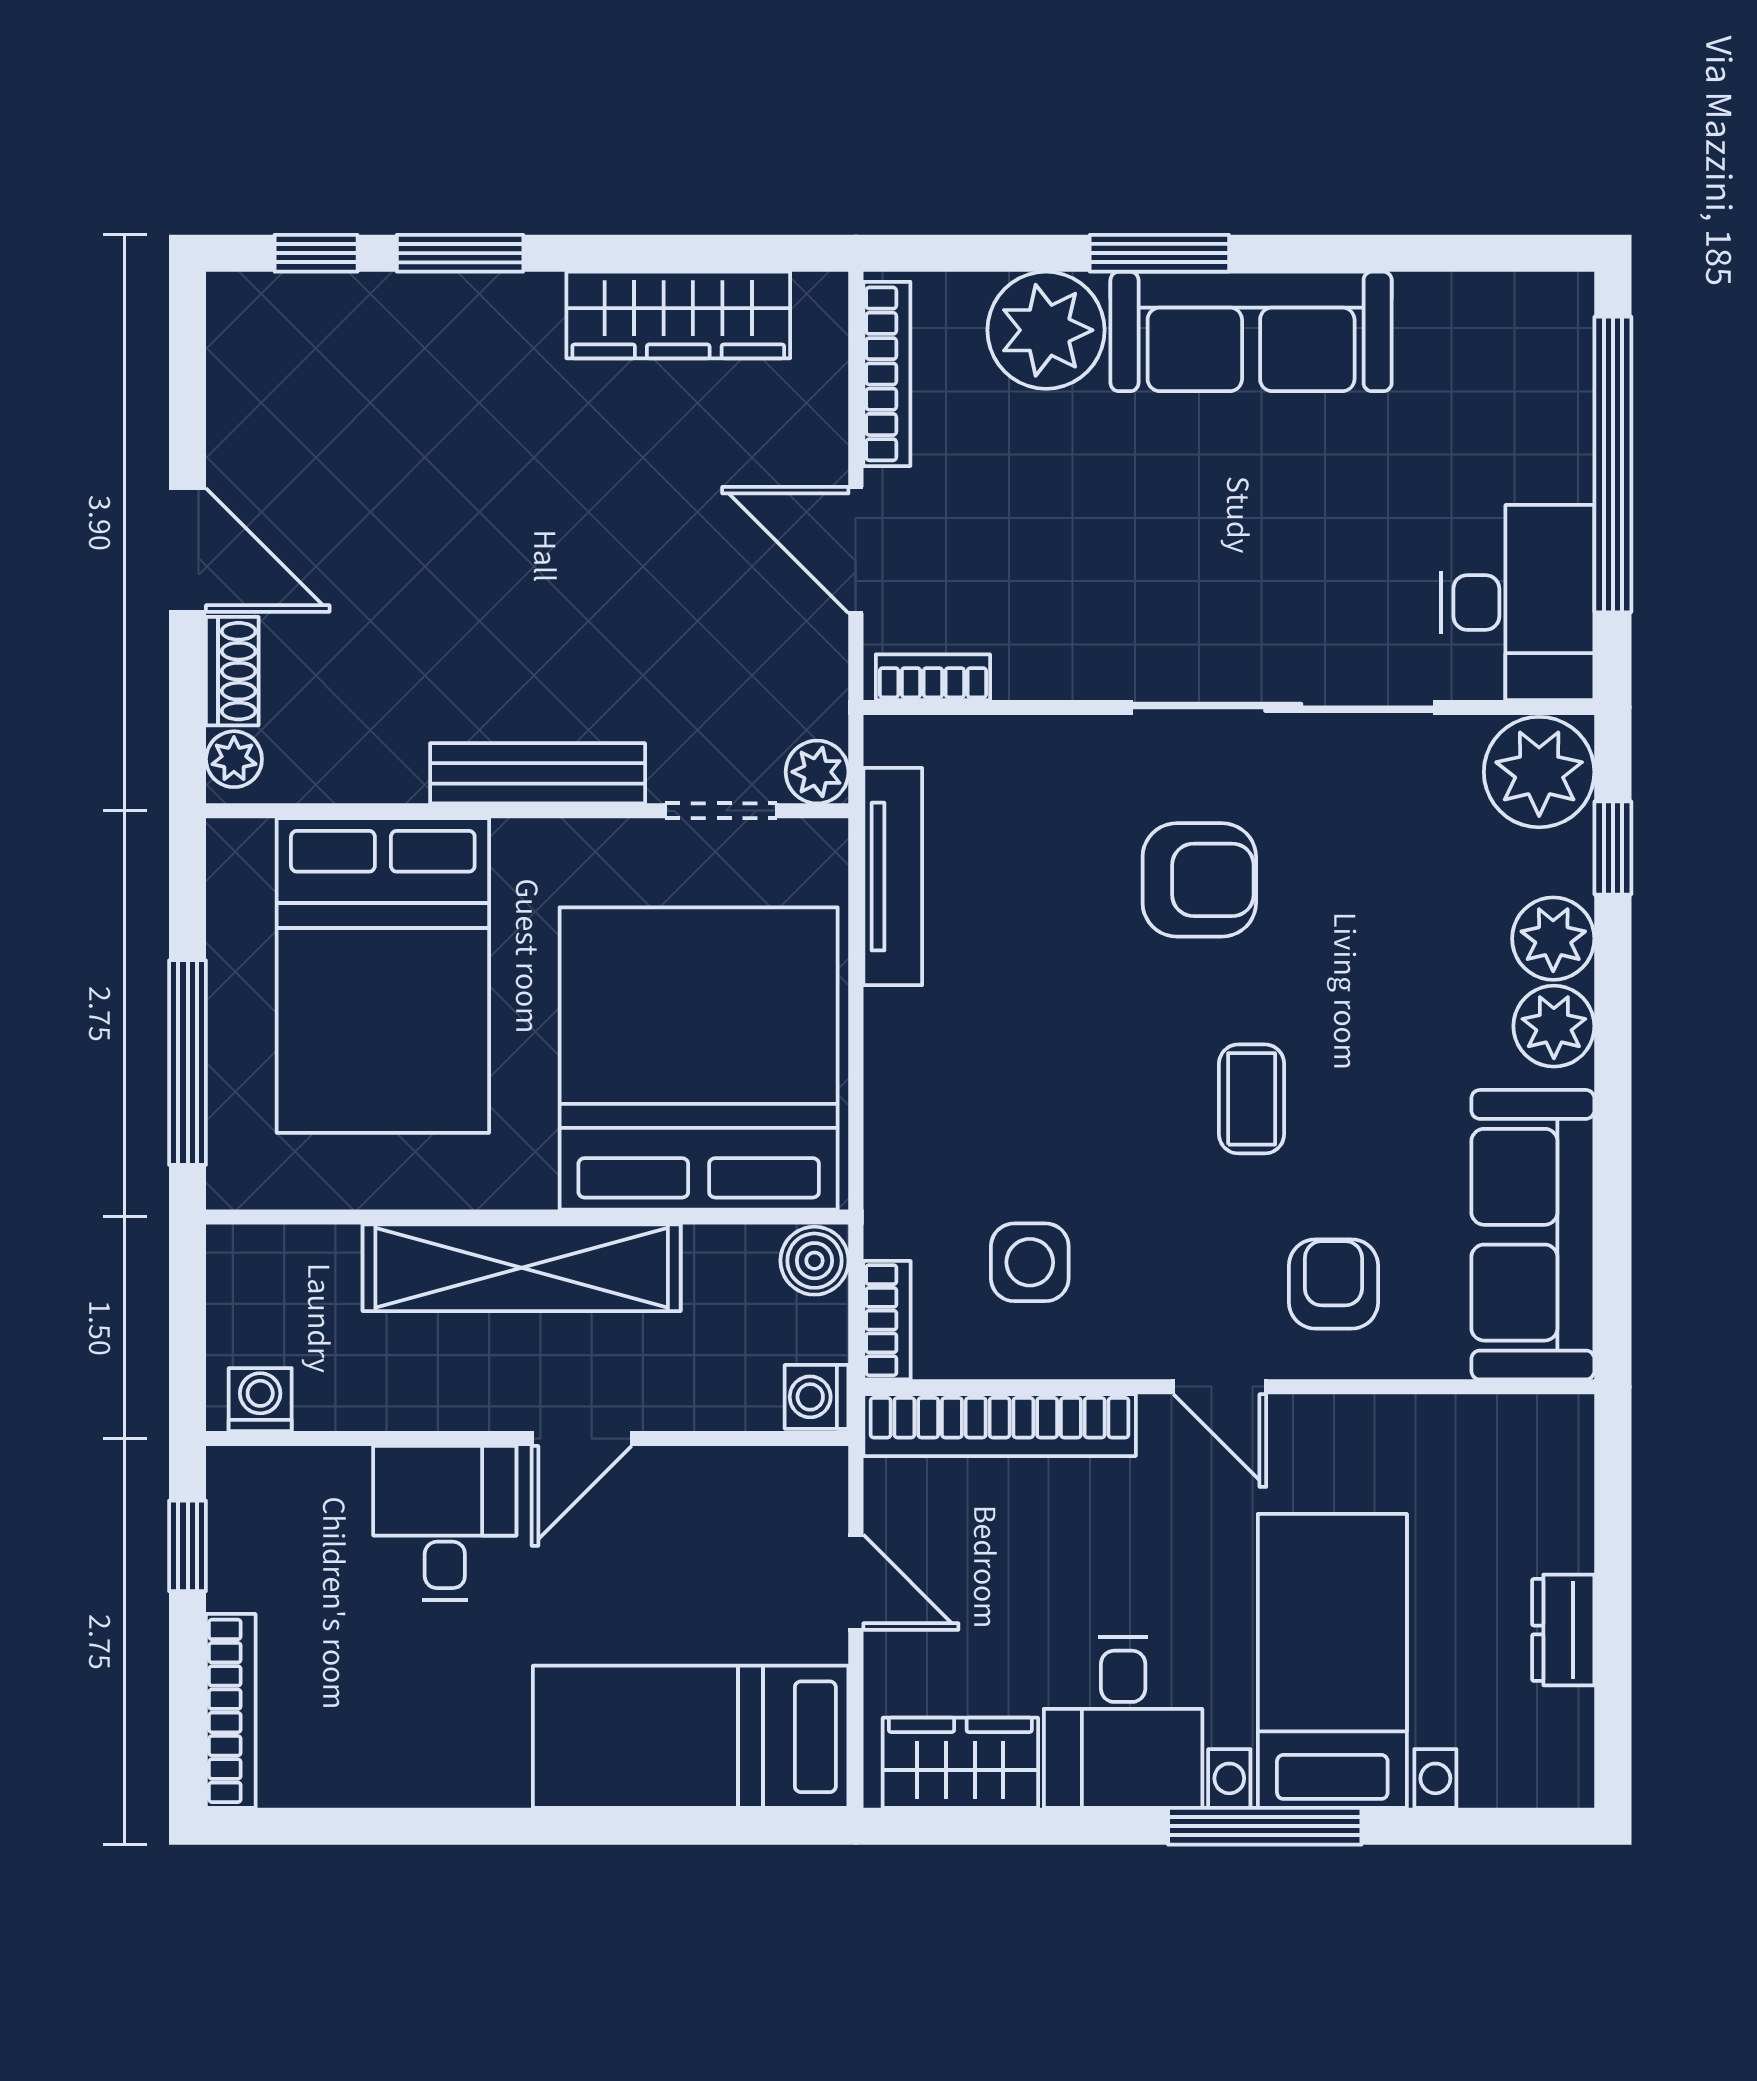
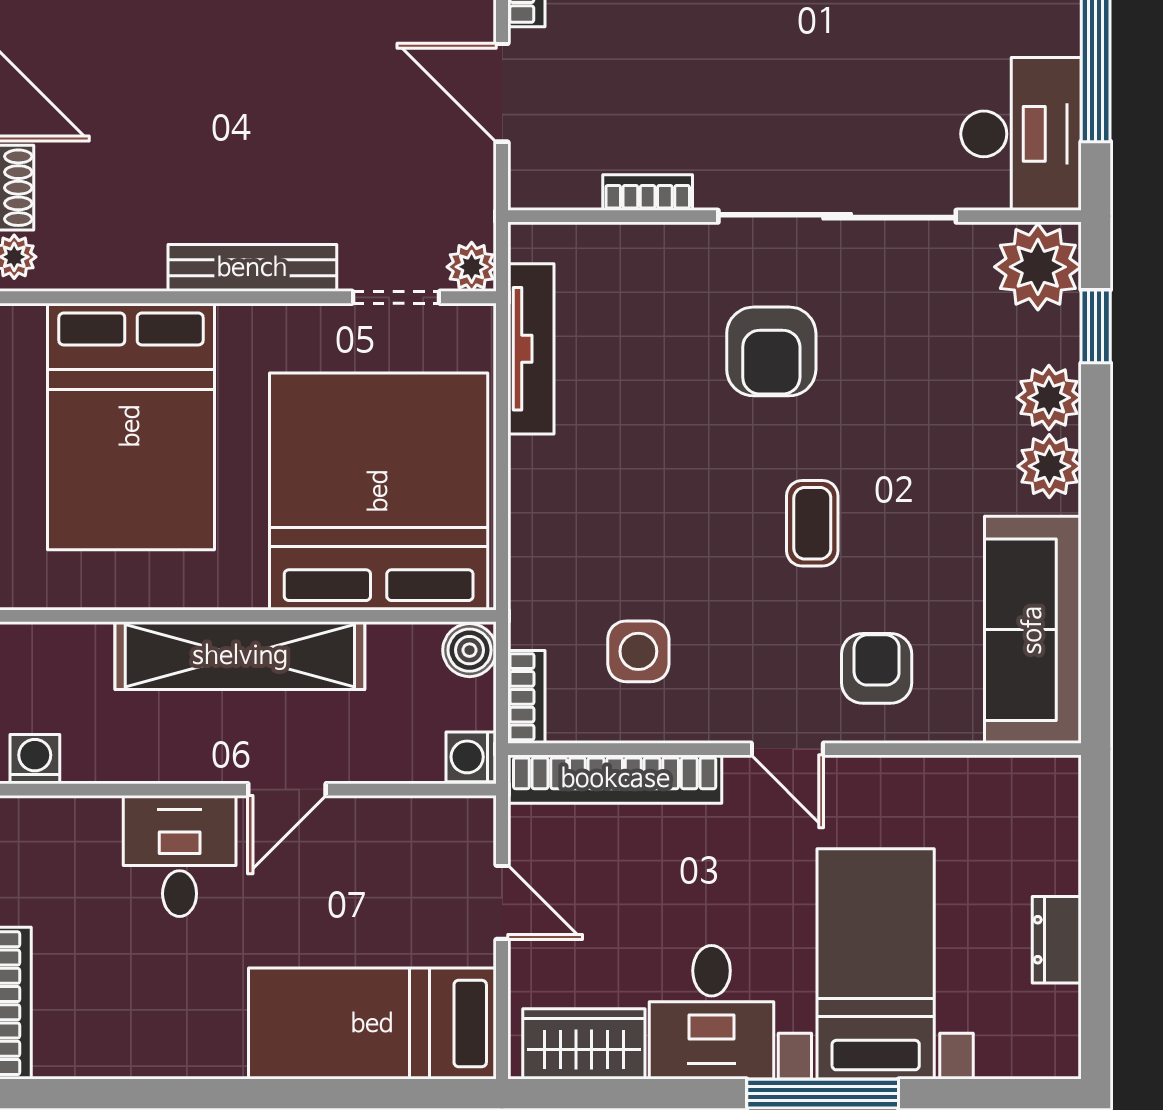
bookcase: (933, 677) -> (648, 192), moved
armchair: (1199, 880) -> (771, 351), turned 90

